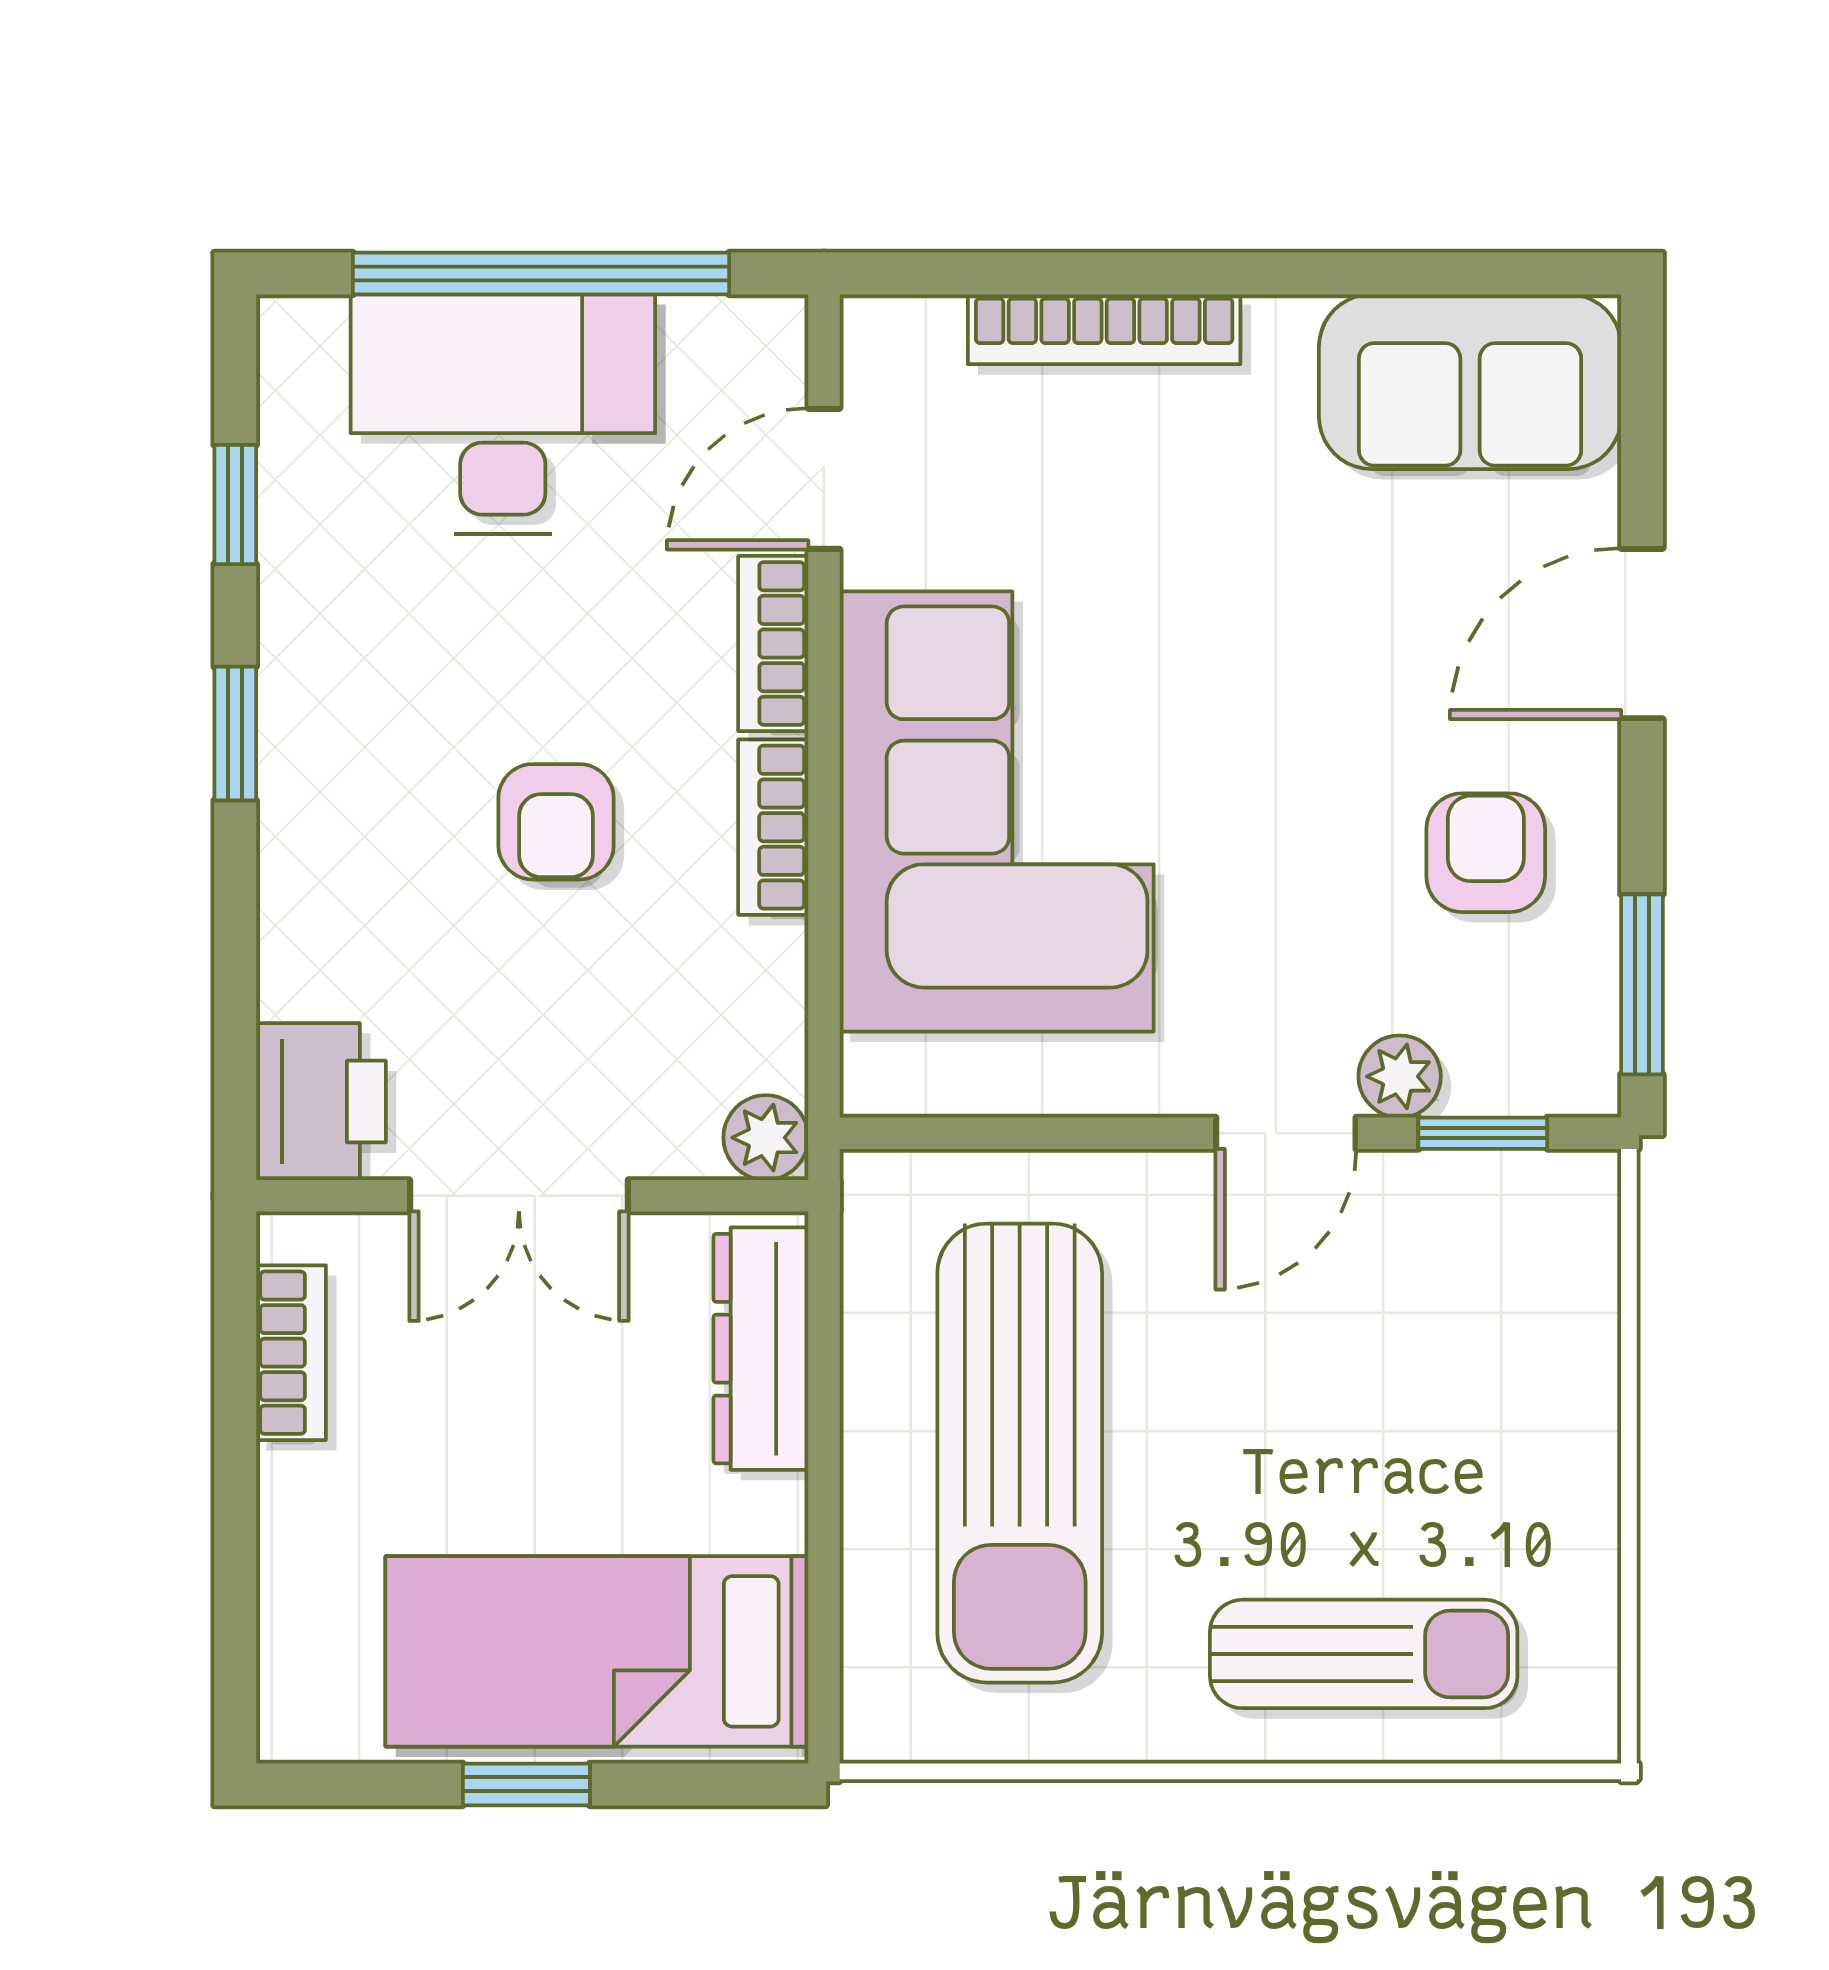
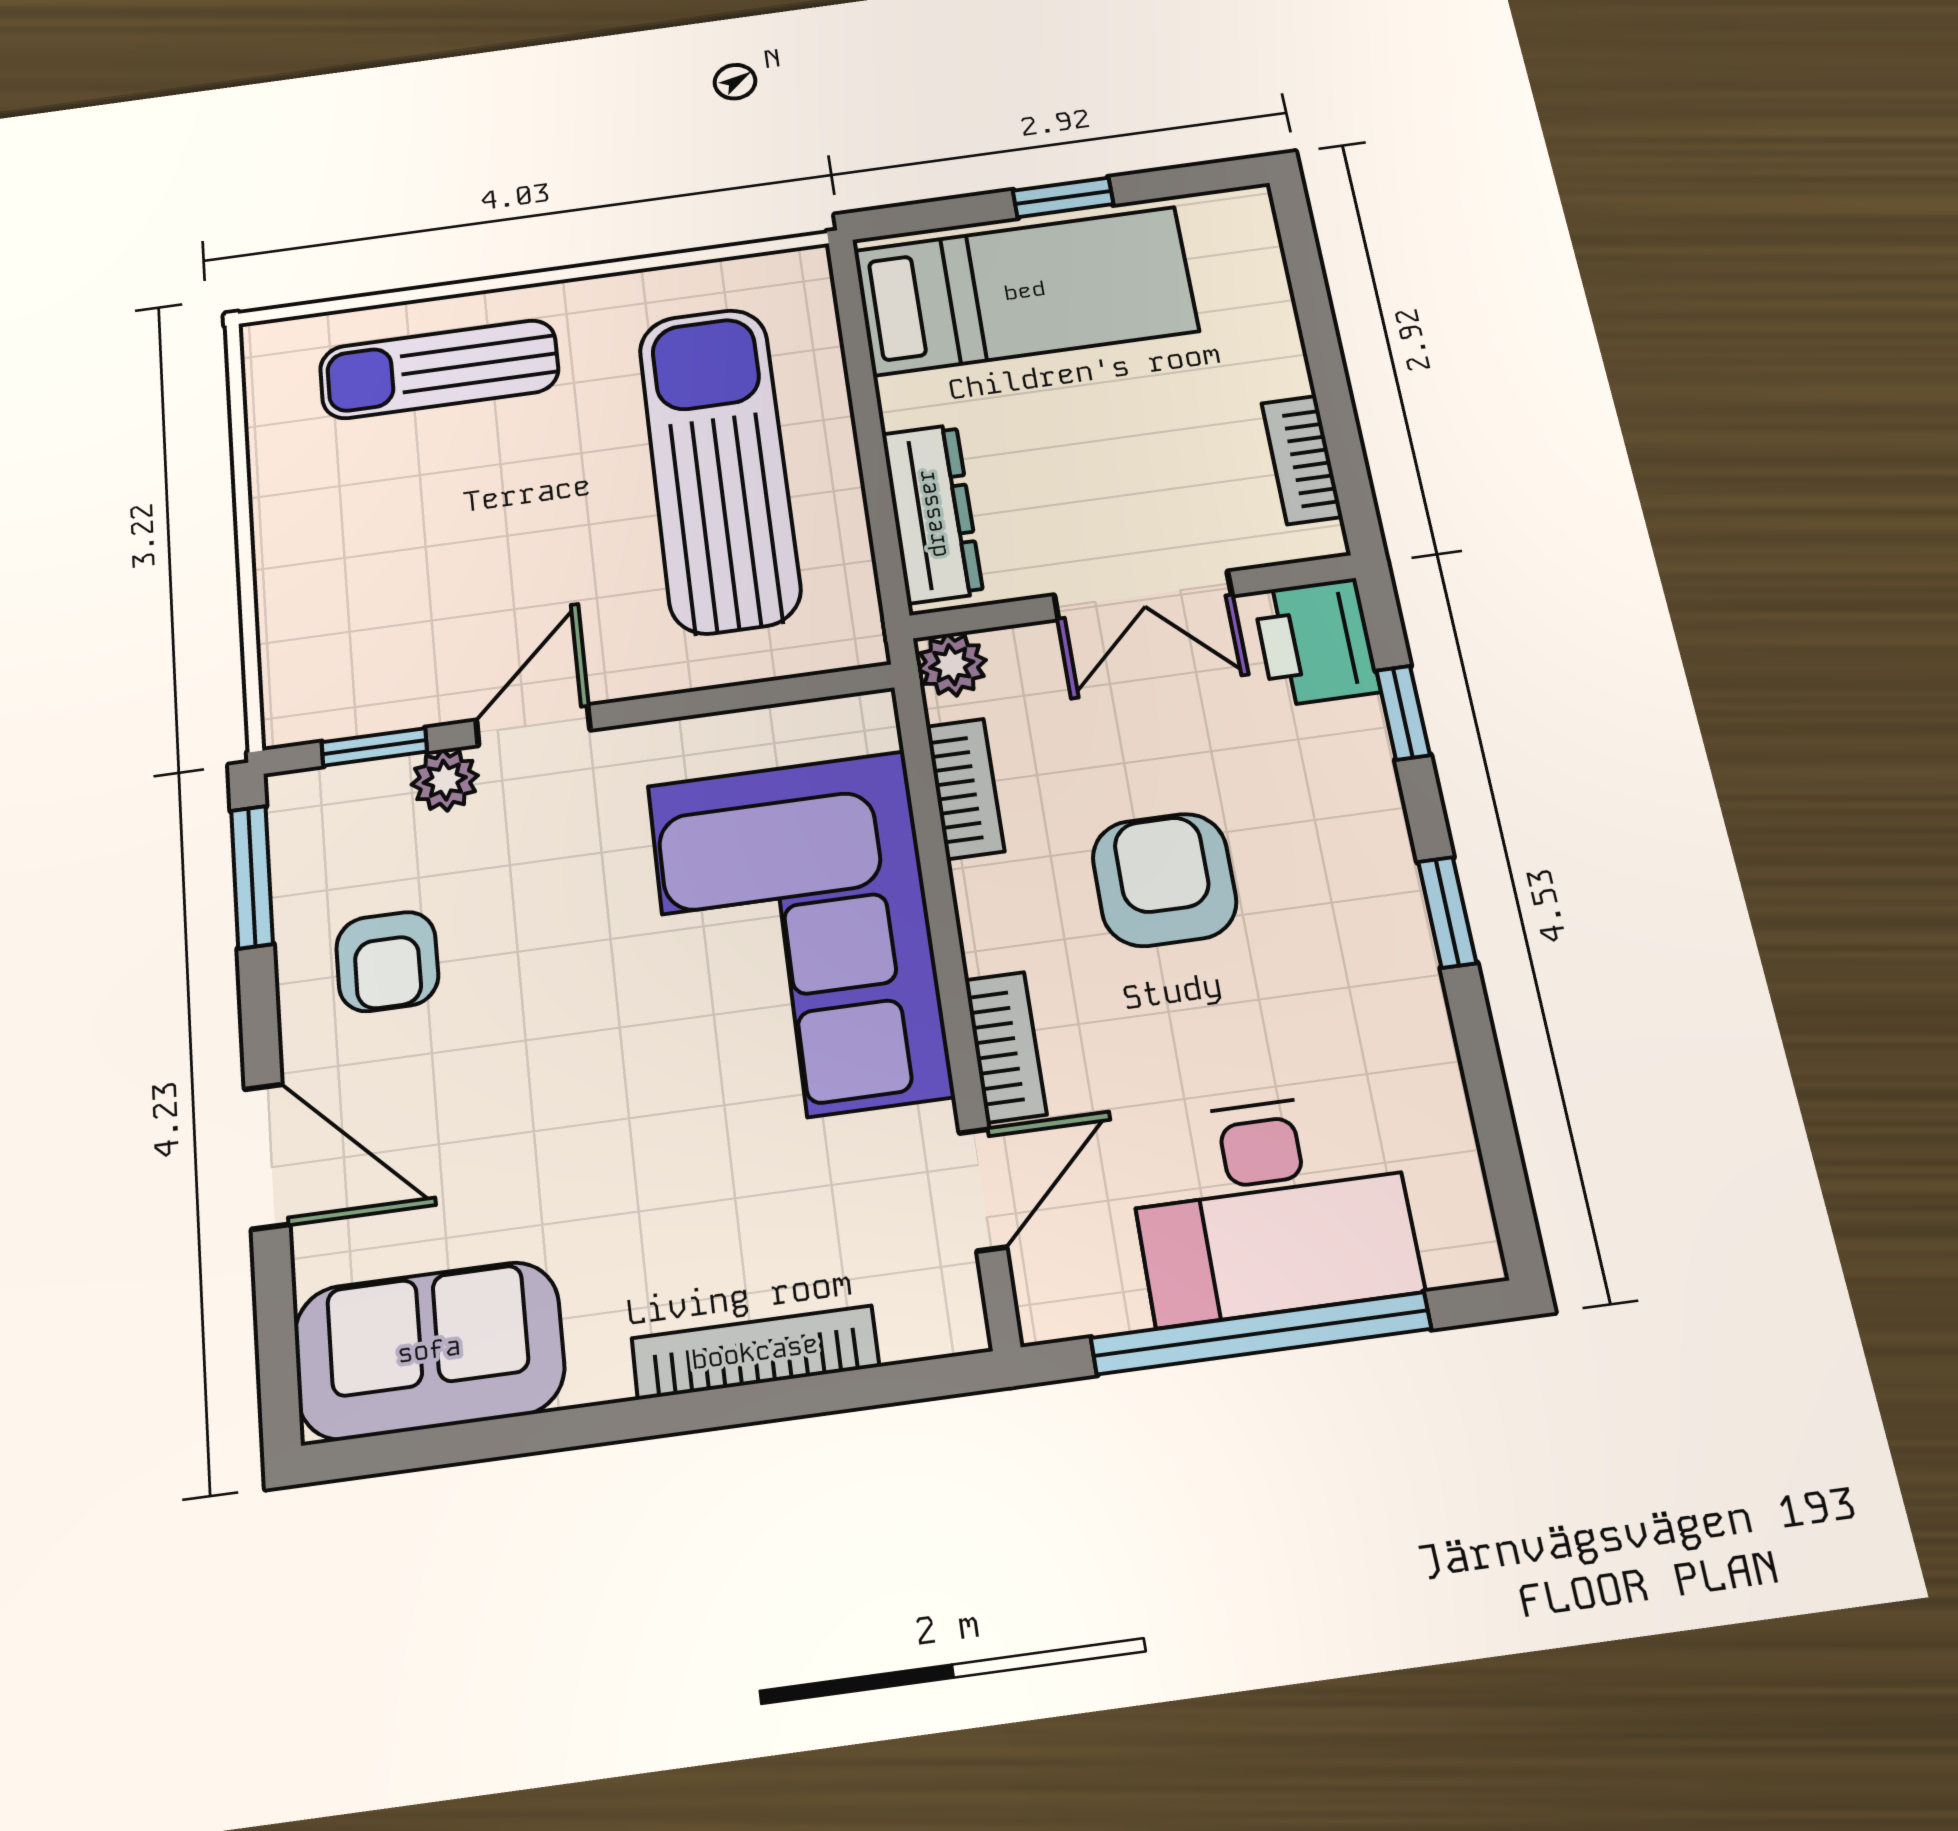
window: (235, 504) -> (1403, 713), moved
door: (1642, 634) -> (267, 1156), hinge flipped
armchair: (556, 822) -> (1164, 880), width x1.38, depth x1.38
bookcase: (773, 827) -> (965, 789), moved
double door: (519, 1196) -> (1143, 595), swing flipped

